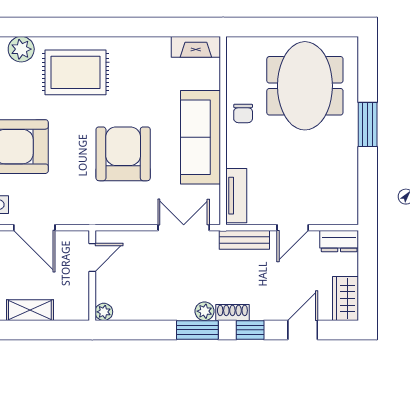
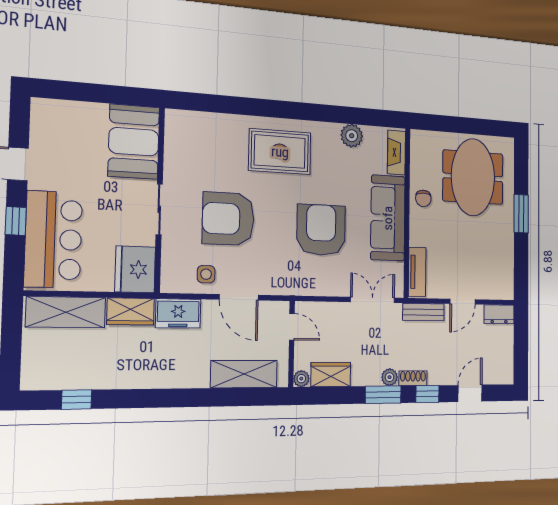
fireplace: (196, 47) -> (396, 153), moved, turned 90
plant: (21, 49) -> (352, 136), moved
door: (92, 258) -> (292, 327), hinge flipped
wardrobe: (345, 298) -> (331, 374), moved, turned 90
shelving: (30, 310) -> (244, 374), width x1.50, depth x1.33

